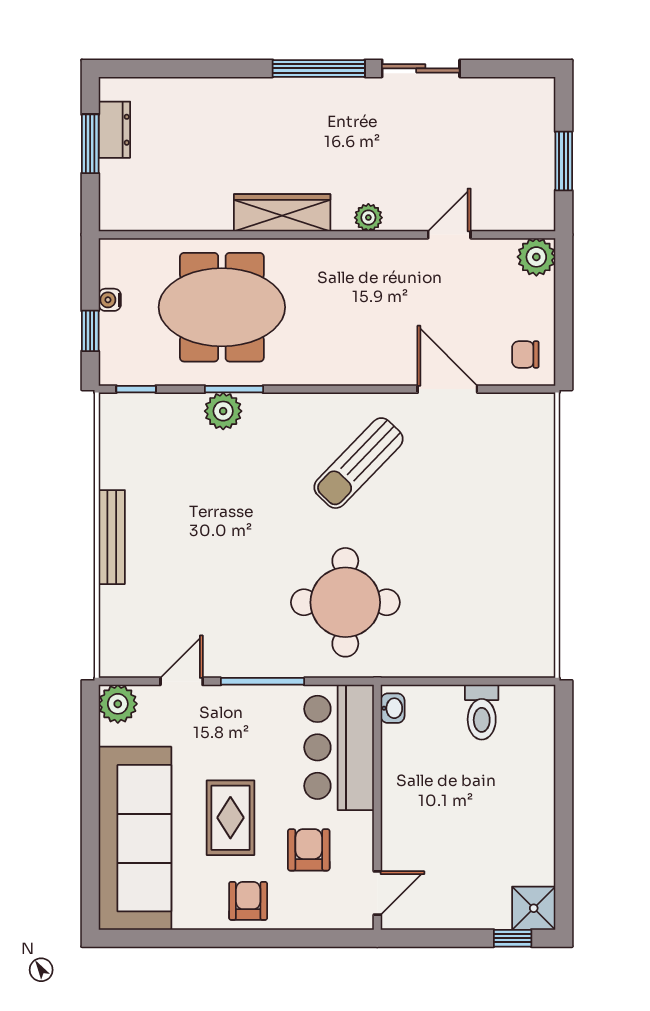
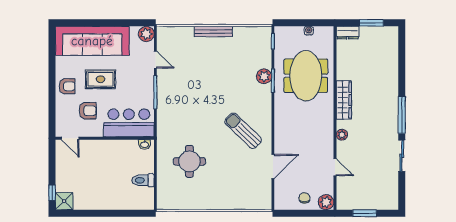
dresser: (114, 130) -> (348, 33), moved
window: (90, 331) -> (296, 23), removed
chair: (525, 354) -> (304, 198), moved
round table: (345, 602) -> (189, 161), moved, width x0.73, depth x0.73

